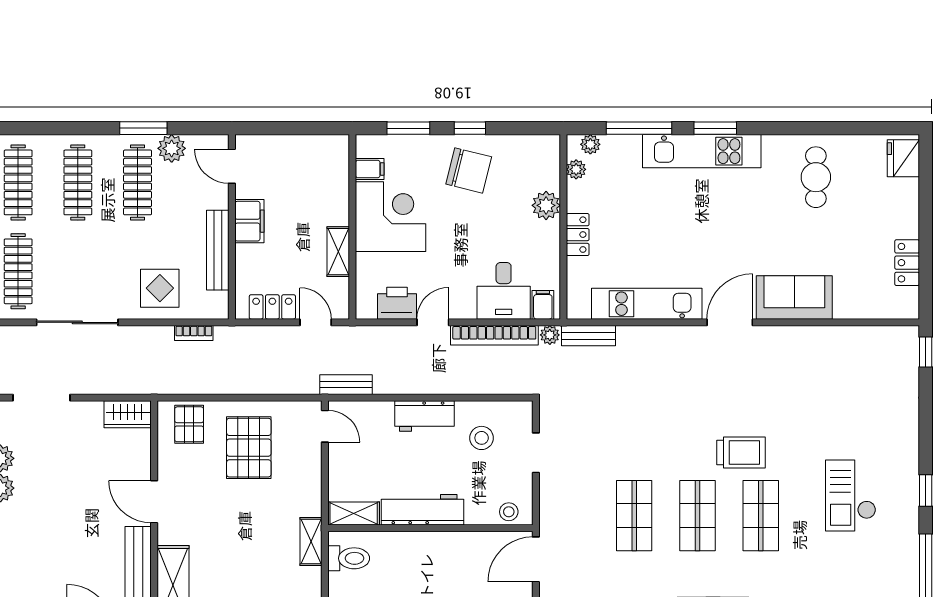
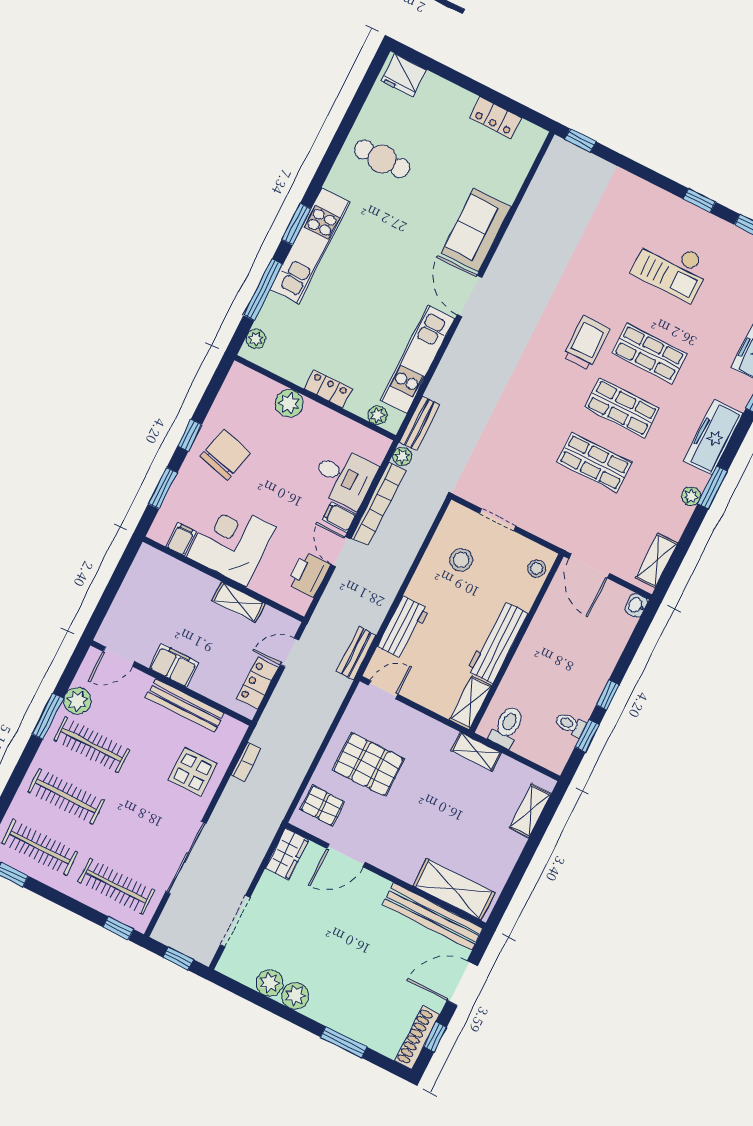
plant: (576, 169) -> (377, 415), moved
filing cabinet: (543, 305) -> (339, 517), moved
workbench: (424, 416) -> (403, 628), moved
door: (154, 502) -> (346, 855), moved

